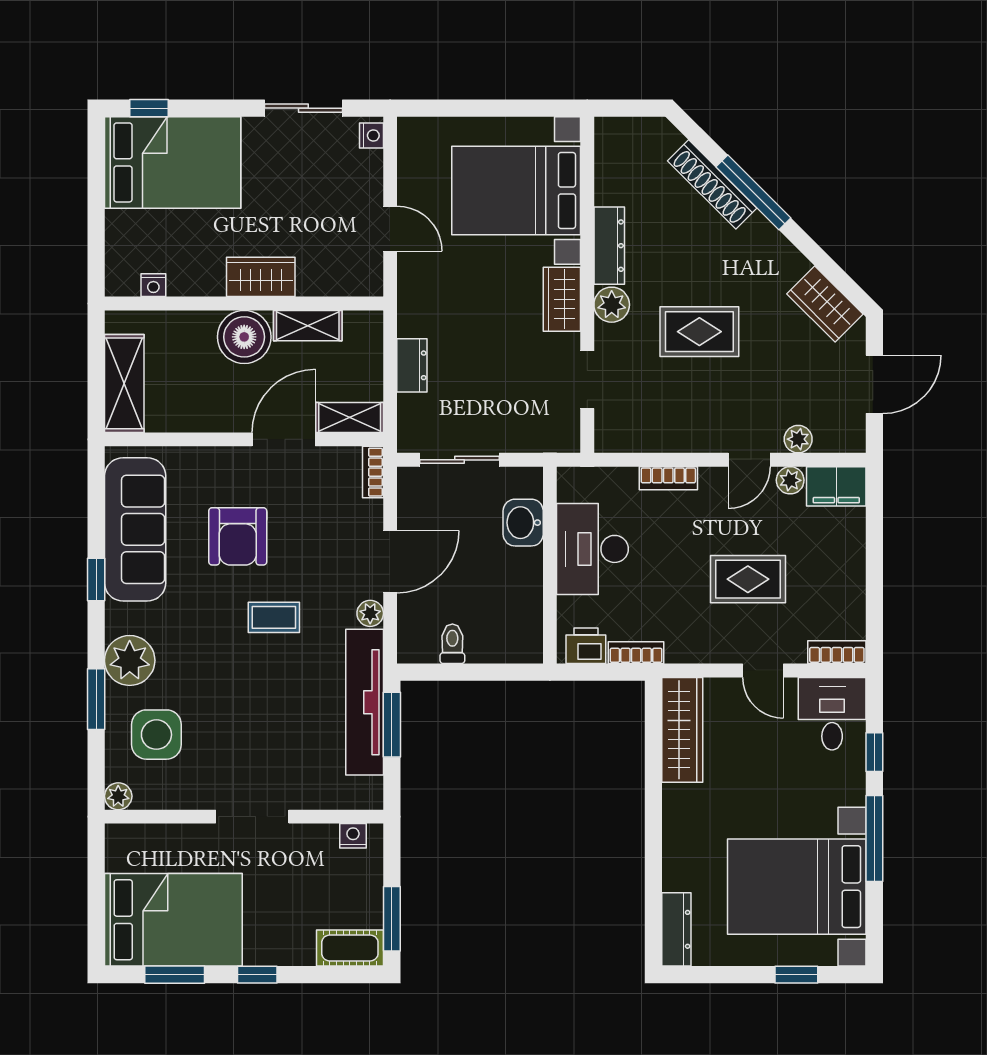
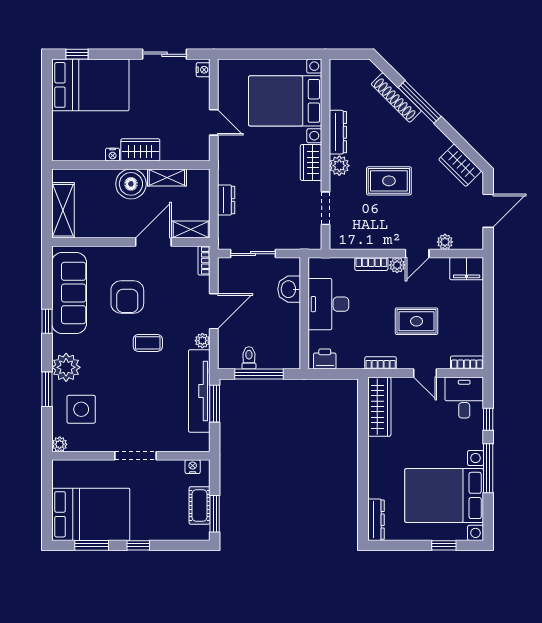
nightstand: (153, 285) -> (113, 155), moved
plant: (790, 480) -> (397, 265), moved
bookcase: (636, 653) -> (381, 363), moved
window: (470, 672) -> (259, 374), added
cot: (350, 948) -> (200, 505), moved, turned 90

